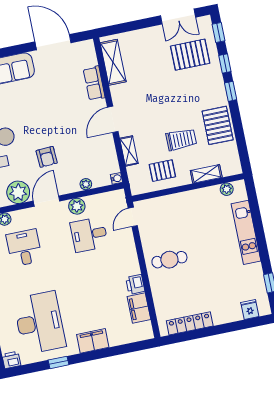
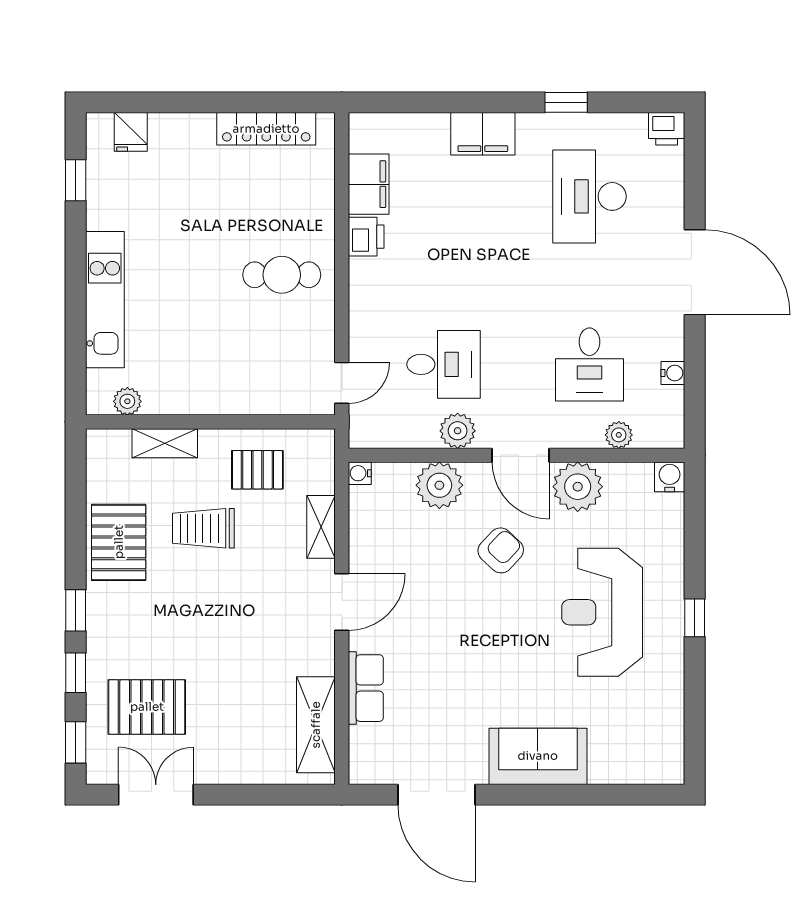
armchair: (47, 157) -> (501, 550), turned 46
plant: (86, 184) -> (439, 485), width x1.88, depth x1.88
door: (47, 201) -> (521, 455), hinge flipped
desk: (39, 323) -> (589, 196), width x0.73, depth x0.77

